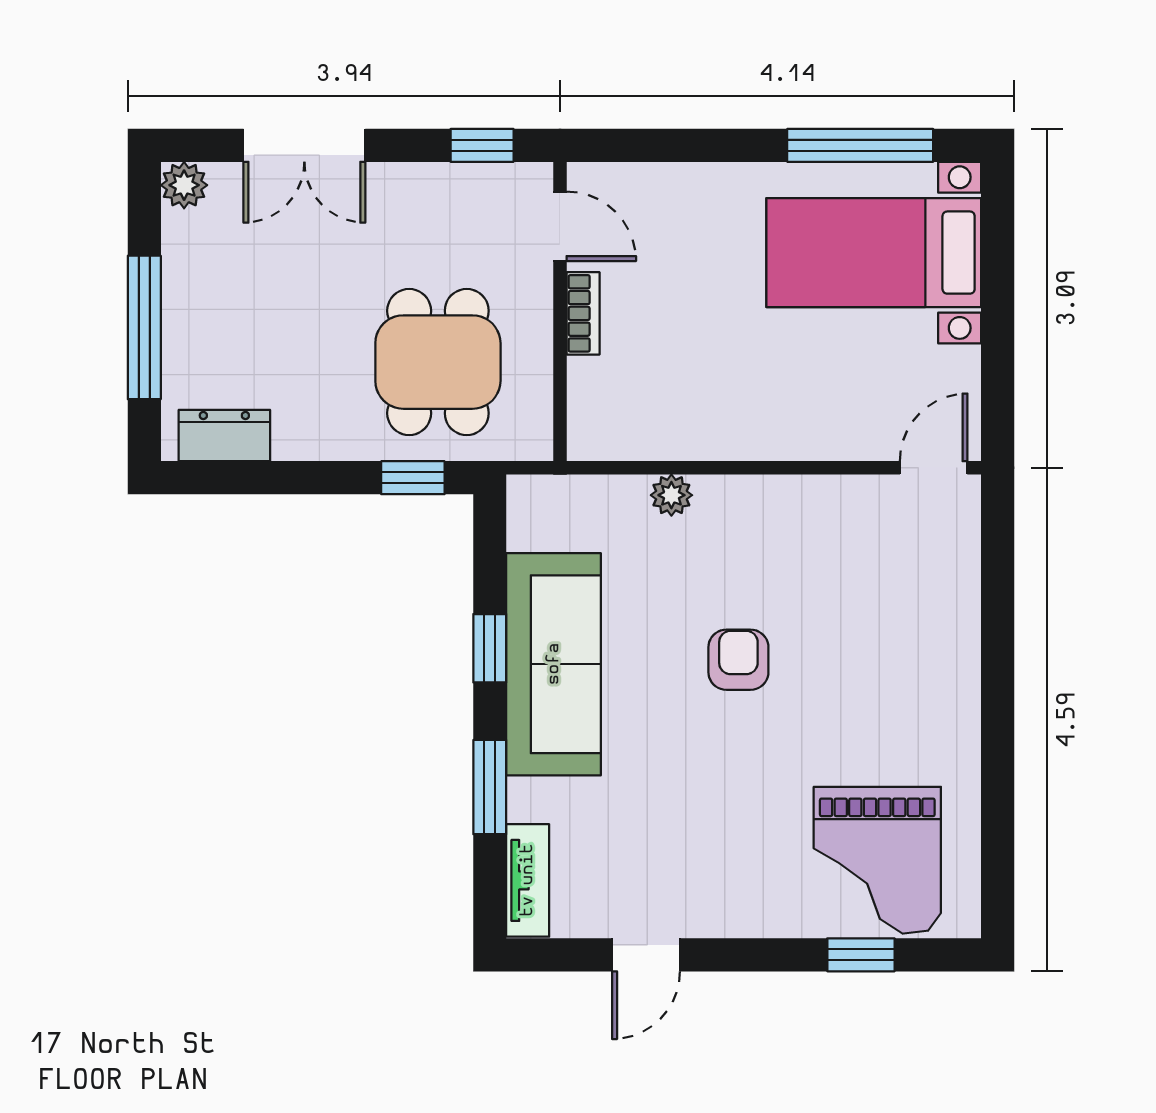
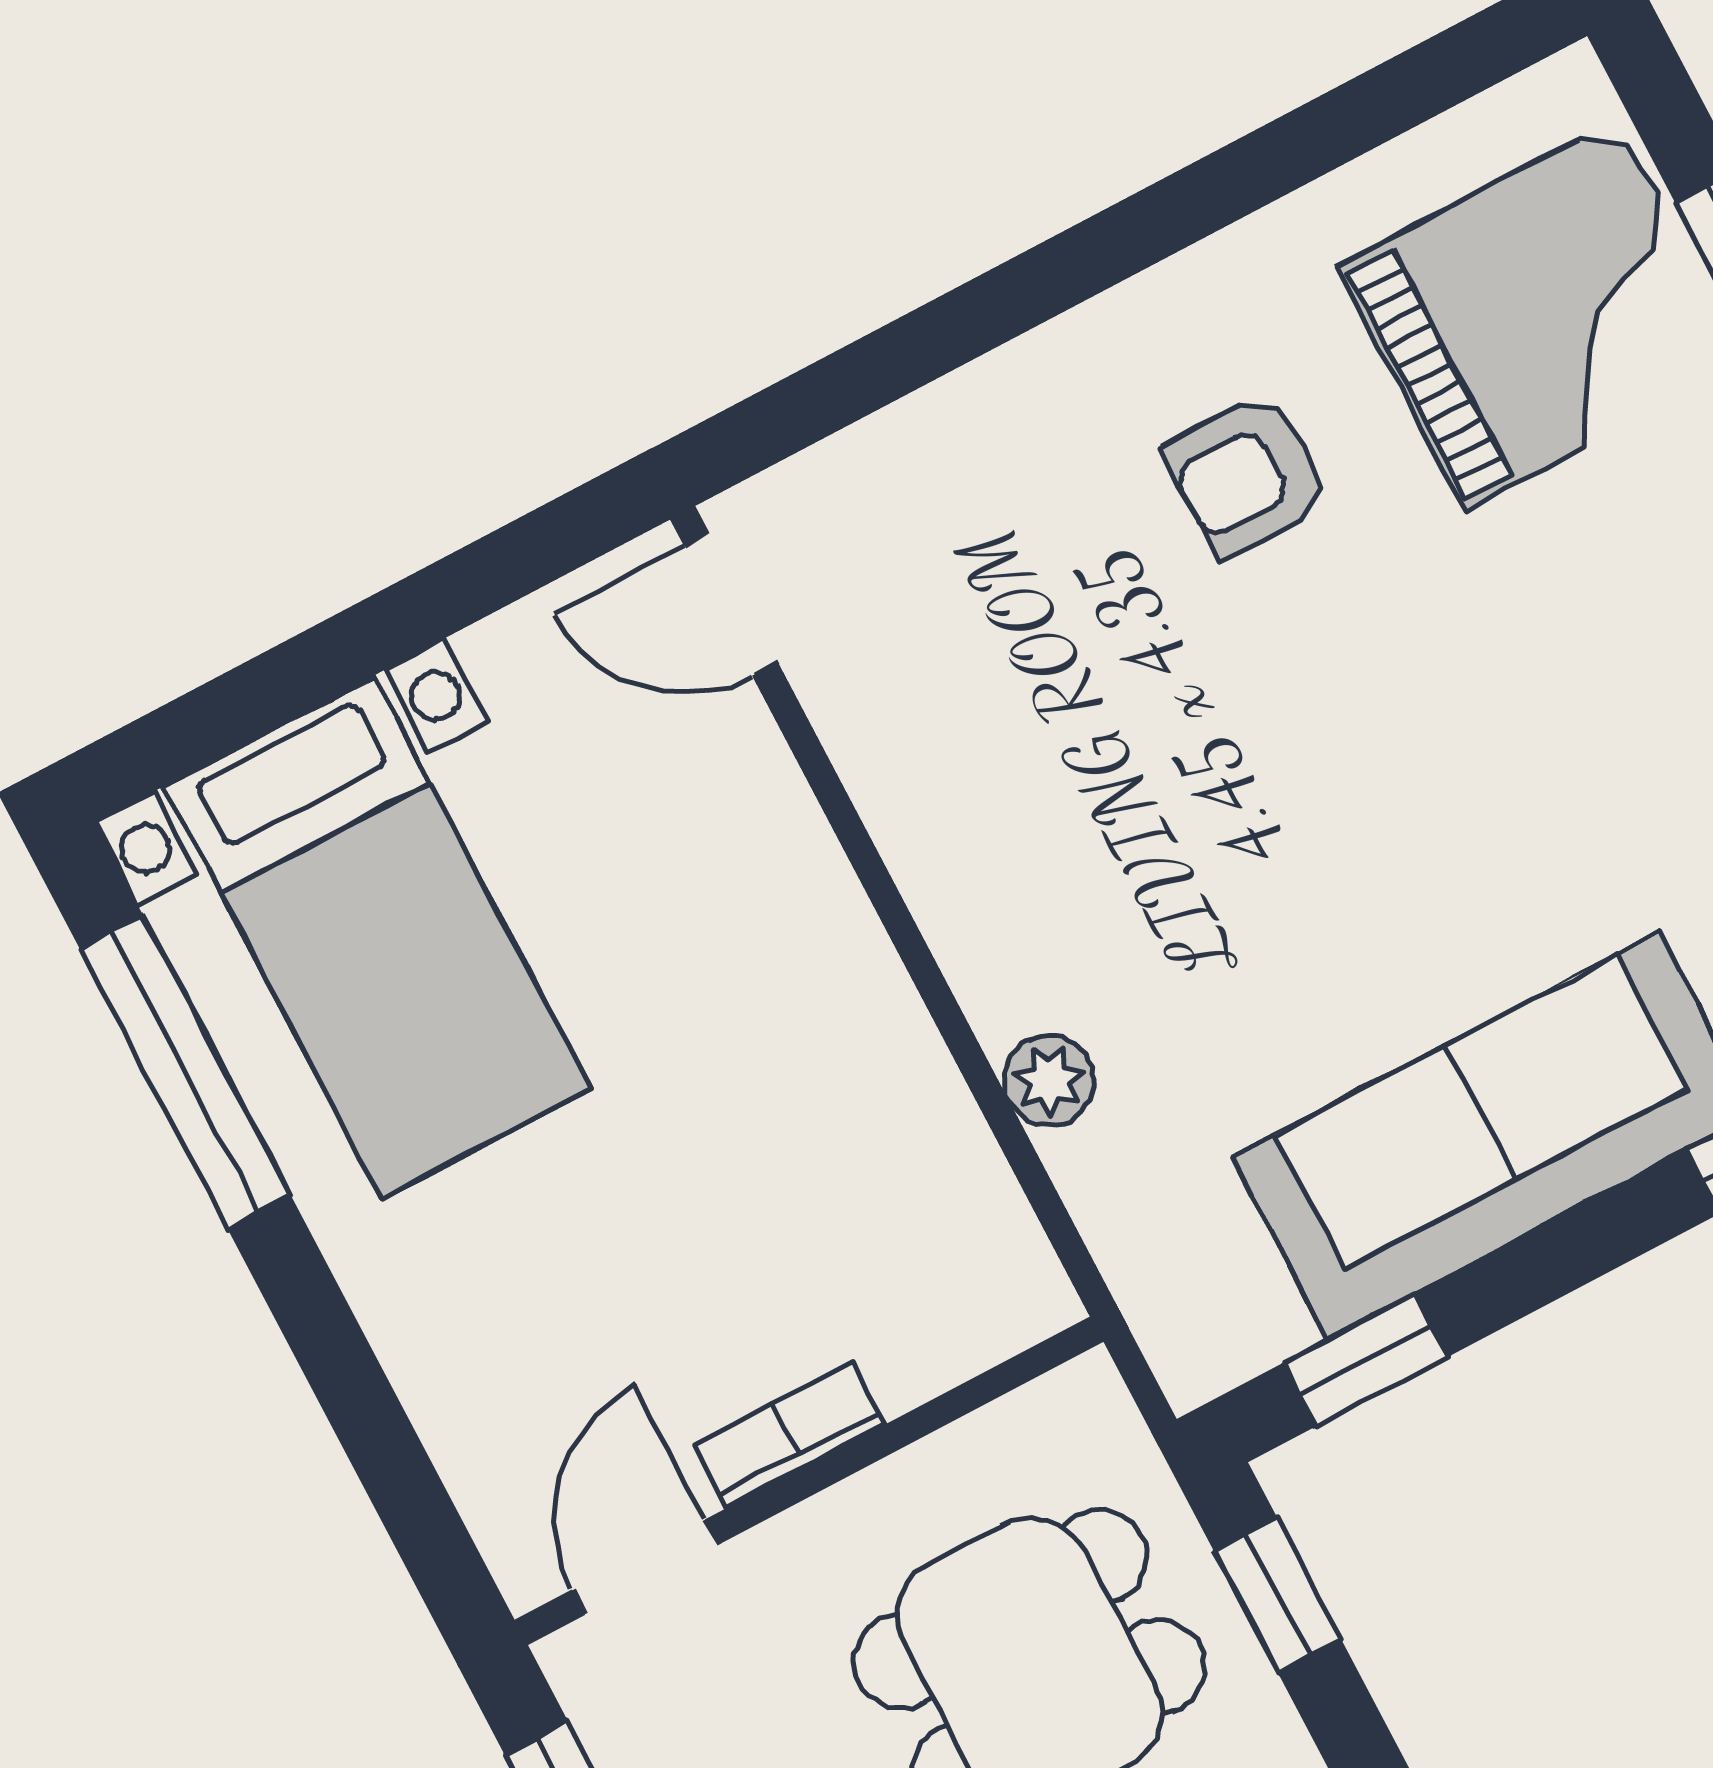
window: (490, 648) -> (1365, 1360), moved
armchair: (738, 660) -> (1248, 475), moved

